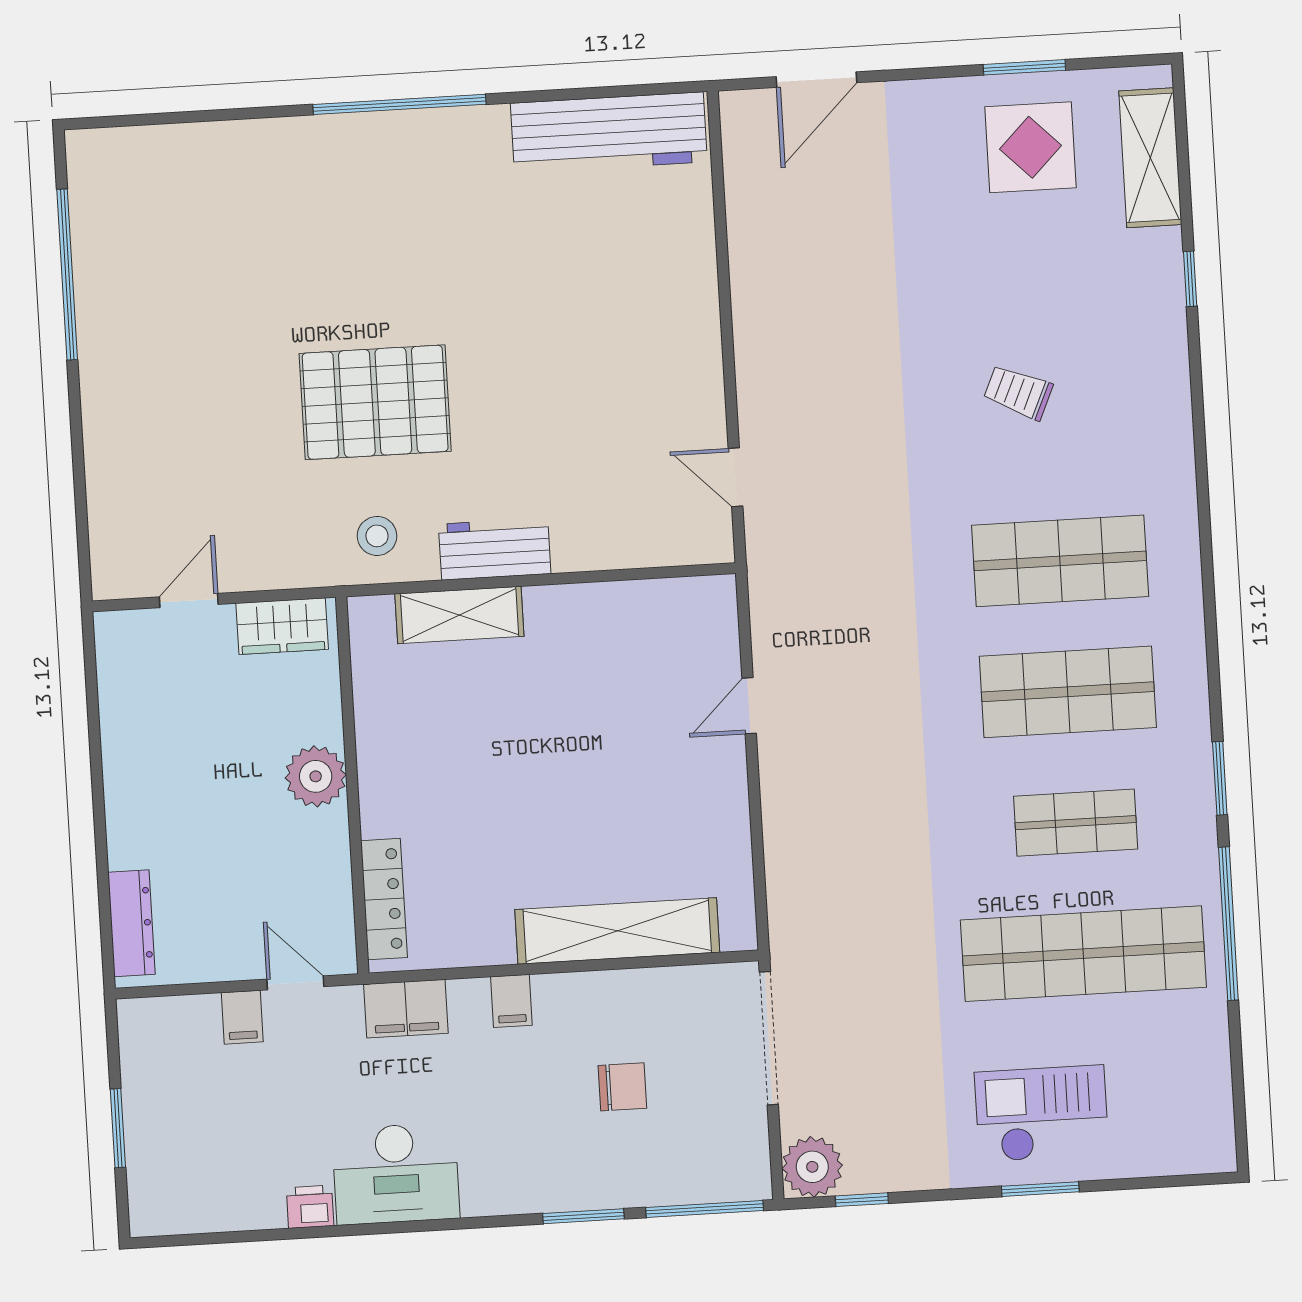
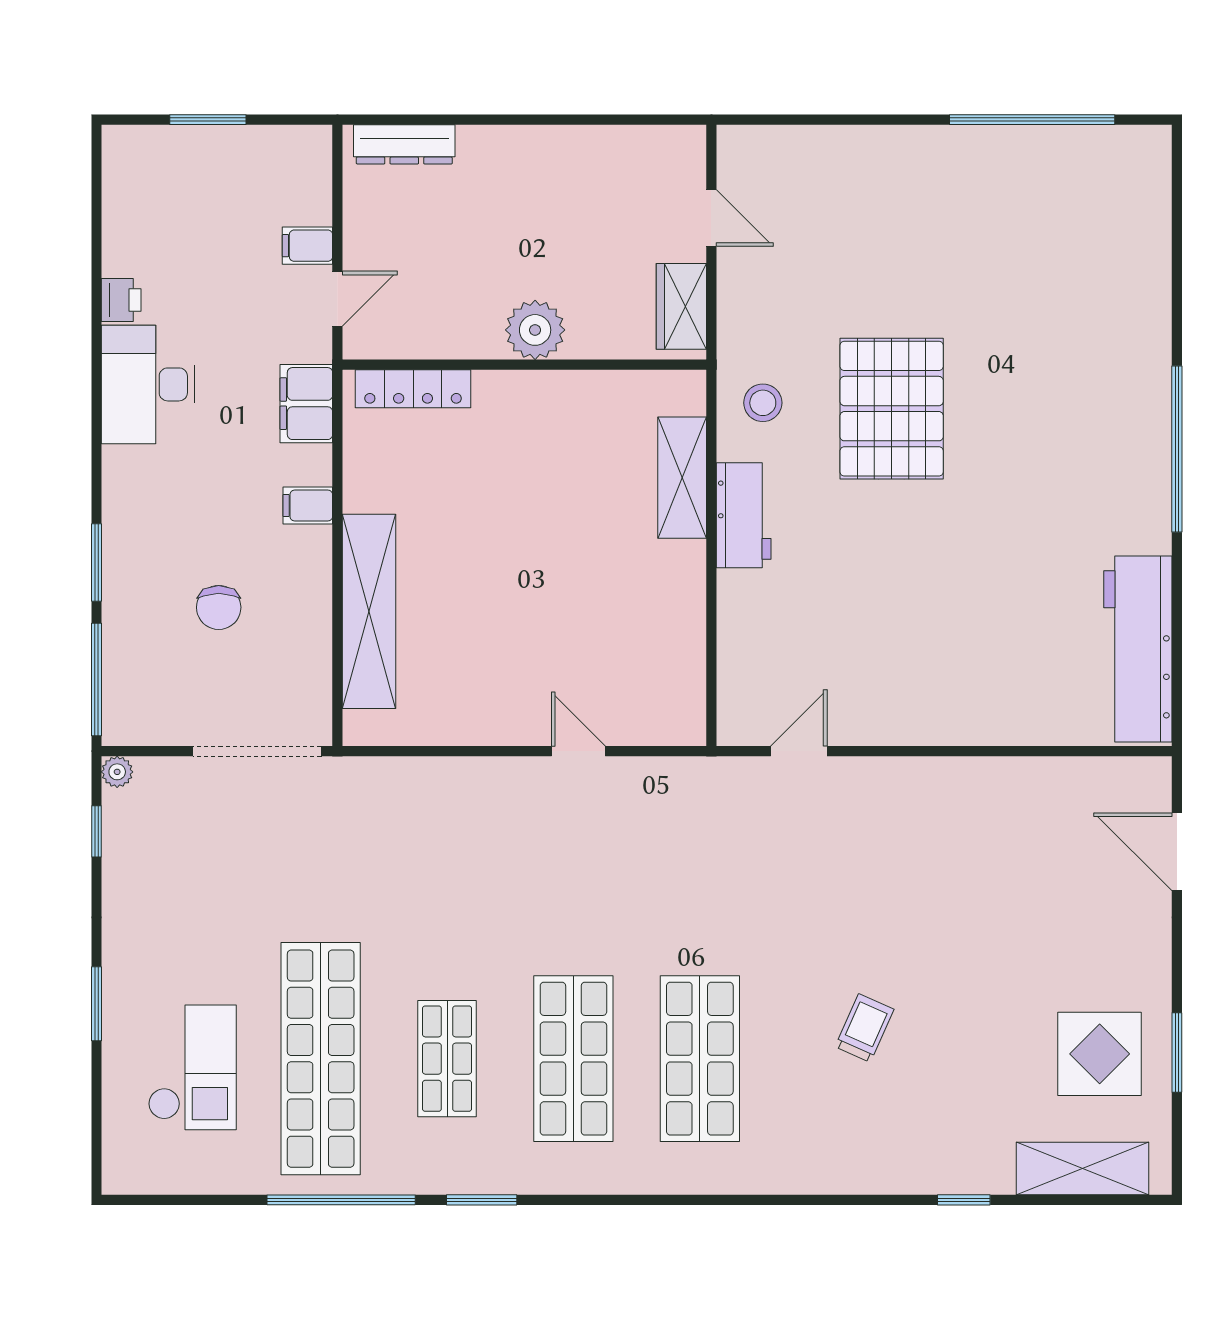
checkout: (1042, 1114) -> (192, 1067), moved
plant: (812, 1167) -> (117, 772), width x0.53, depth x0.53

